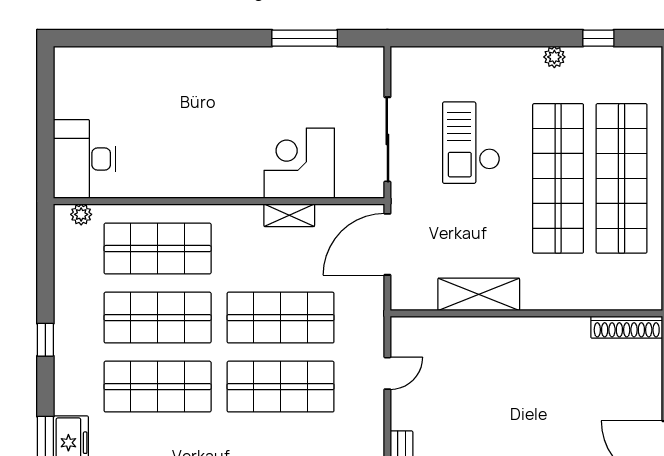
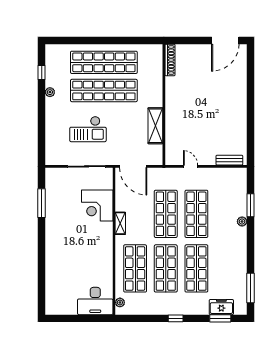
shelving: (289, 215) -> (120, 223), moved

